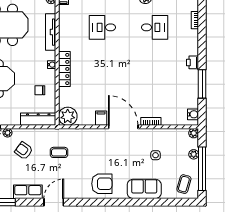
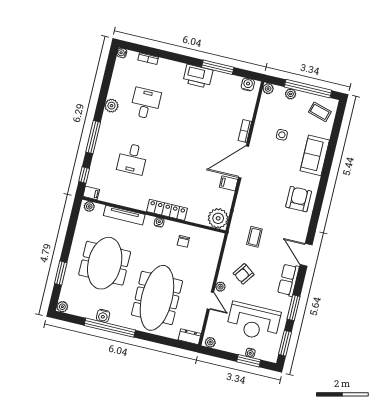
printer: (193, 62) -> (198, 76), width x1.87, depth x1.48
dresser: (38, 119) -> (214, 251), removed

